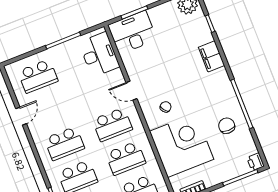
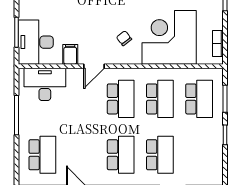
filing cabinet: (134, 66) -> (70, 54), added

